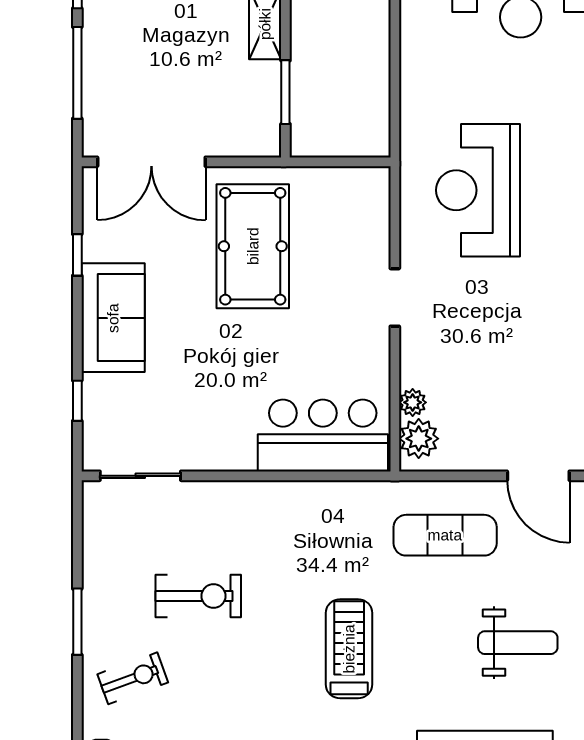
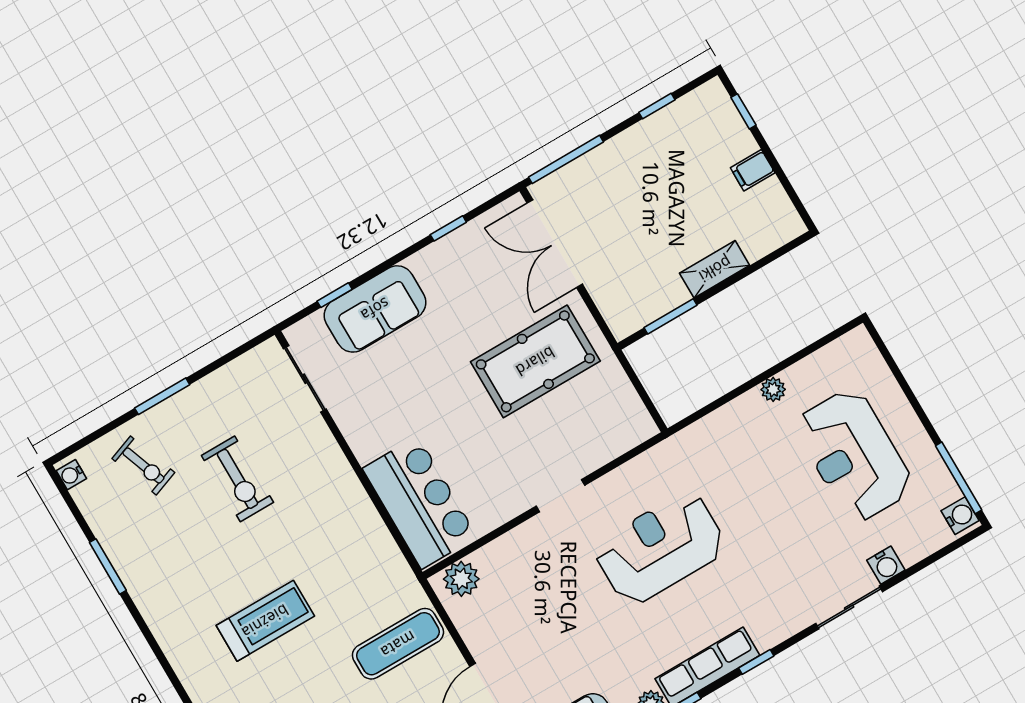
window: (77, 73) -> (566, 159), moved
reception desk: (478, 190) -> (660, 548), moved
sofa: (113, 318) -> (375, 309), moved
plant: (413, 402) -> (773, 389), moved
exercise mat: (445, 535) -> (398, 644), turned 90

